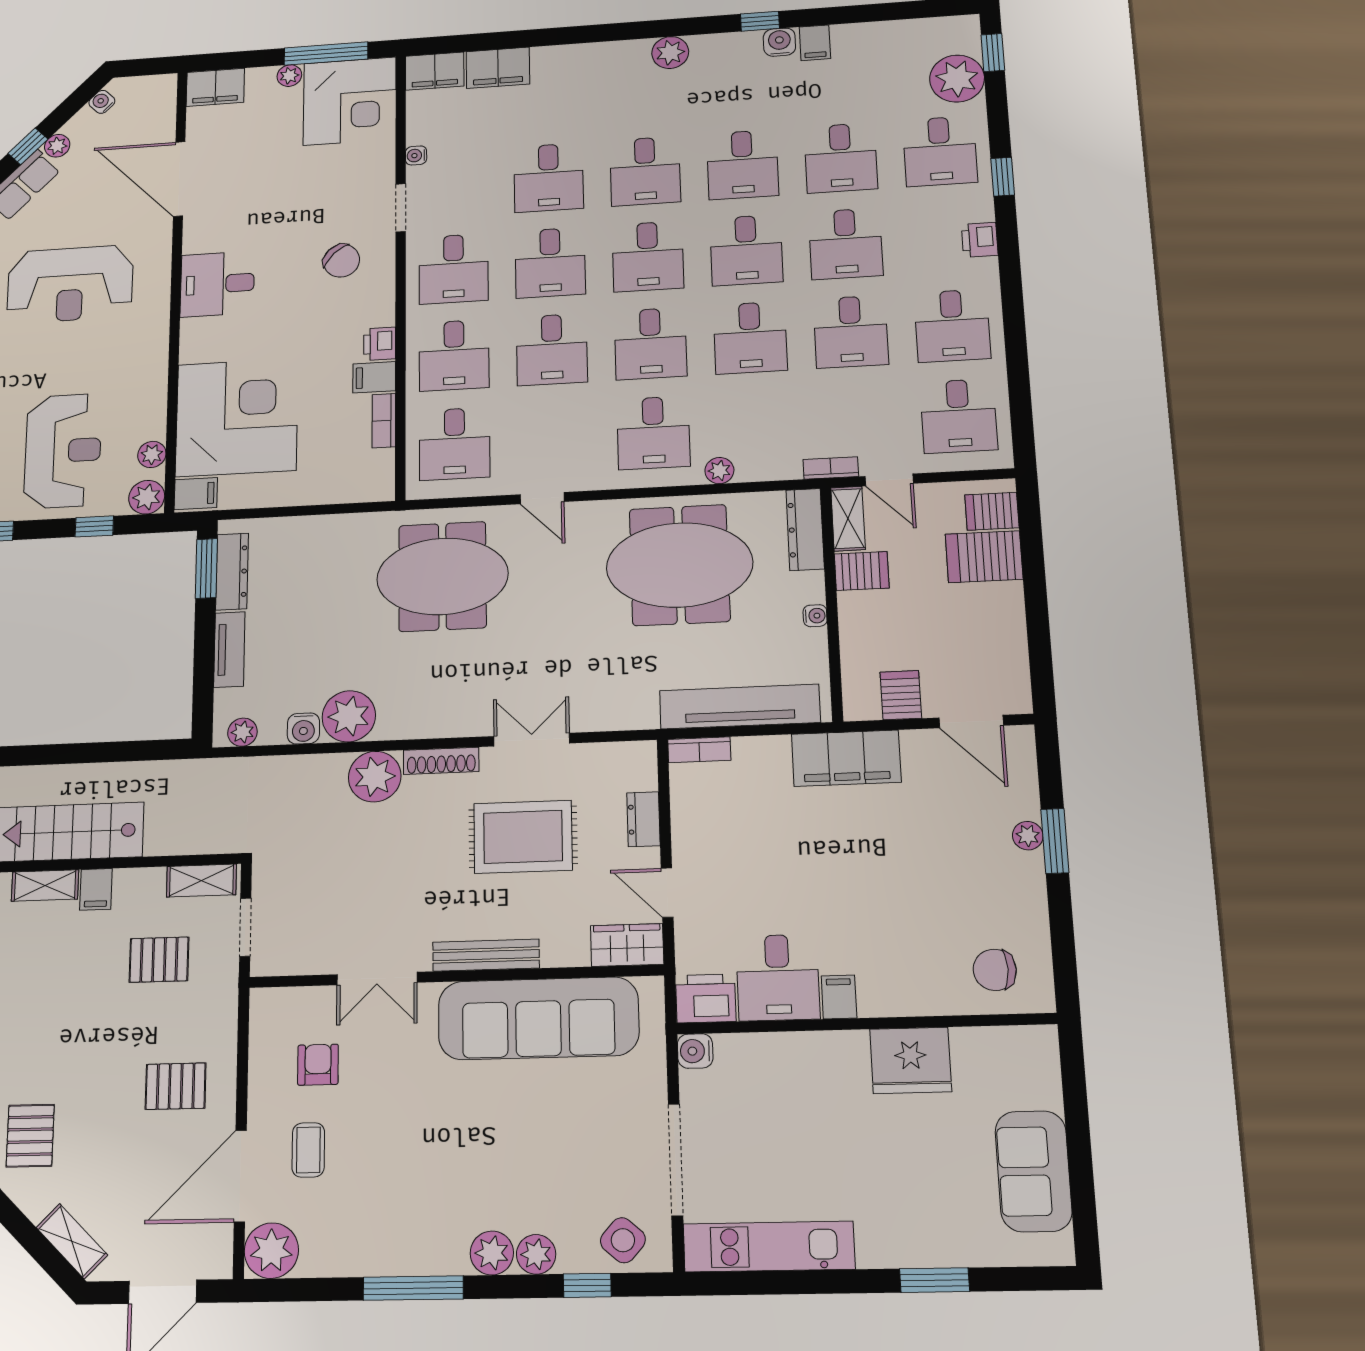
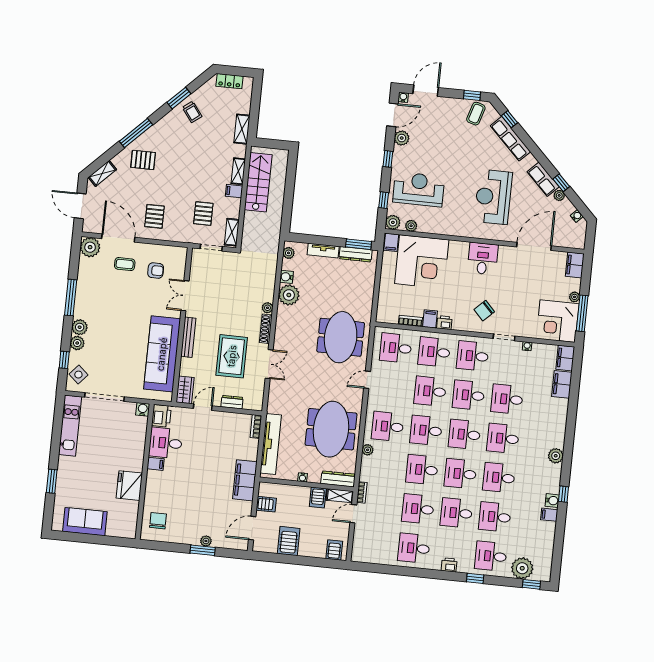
desk: (959, 416) -> (375, 544), removed
reception desk: (63, 451) -> (419, 189), turned 180
server rack: (984, 557) -> (289, 541), moved
plant: (375, 777) -> (267, 308), width x0.53, depth x0.53

